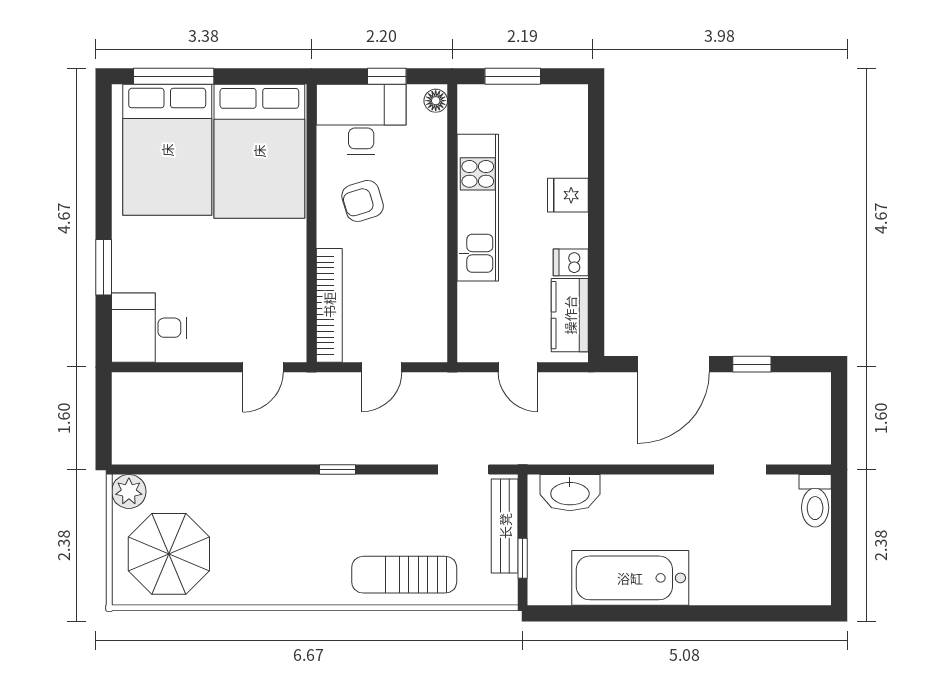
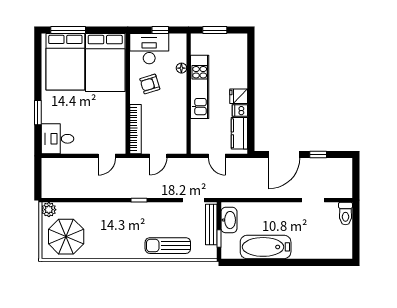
floor lamp: (436, 101) -> (181, 68), moved
fridge: (568, 195) -> (239, 96), moved
washbasin: (570, 493) -> (229, 220), moved, turned -90

